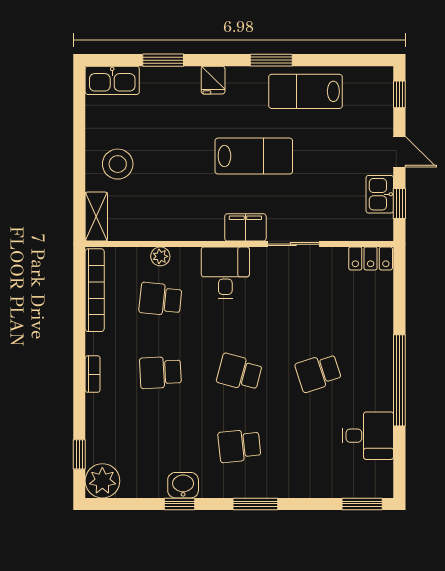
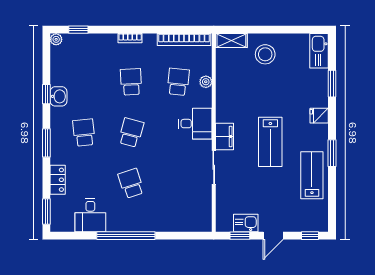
locker: (371, 258) -> (58, 180), moved, turned 180
plant: (102, 481) -> (56, 39), width x0.53, depth x0.53

